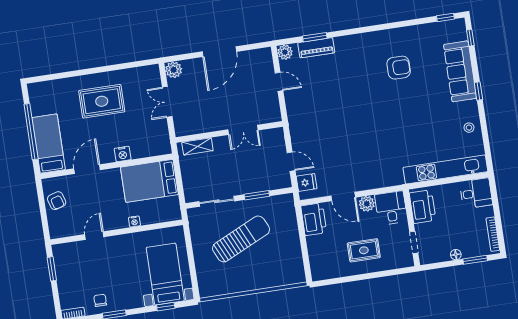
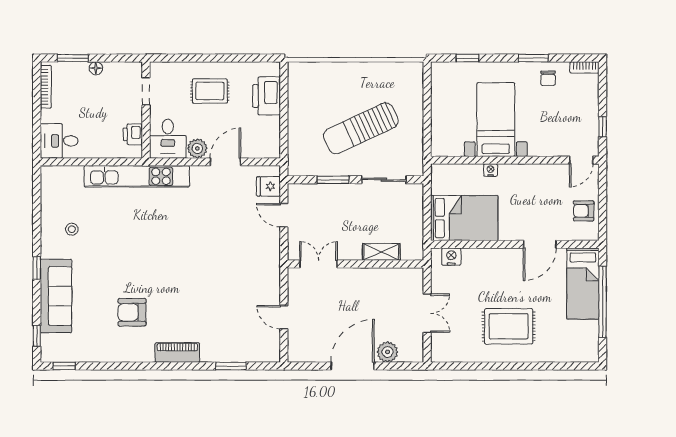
piano: (316, 48) -> (177, 353), moved
plant: (285, 52) -> (271, 353), removed
plant: (174, 70) -> (387, 352), moved
stool: (469, 128) -> (72, 229), moved
double door: (243, 130) -> (319, 264), moved
shelving: (197, 146) -> (381, 252), moved
nightstand: (123, 154) -> (451, 257), moved
kitchen unit: (445, 170) -> (137, 176), moved
door: (343, 197) -> (225, 162), hinge flipped
armchair: (57, 201) -> (584, 211), turned -73
printer: (423, 207) -> (133, 134), width x0.53, depth x0.68
printer: (314, 219) -> (266, 96), moved
door: (94, 236) -> (581, 160), moved
window: (52, 269) -> (603, 127), width x0.67
bed with nightstands: (165, 274) -> (496, 119), moved, turned 180

